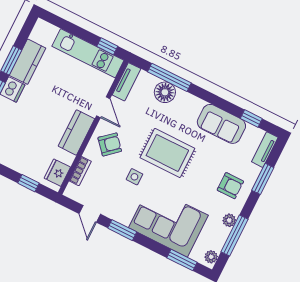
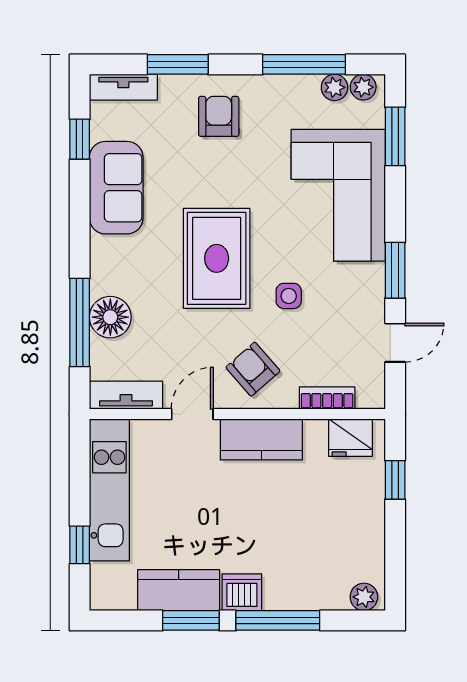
window: (107, 46) -> (80, 545), moved
plant: (229, 220) -> (335, 87), moved

